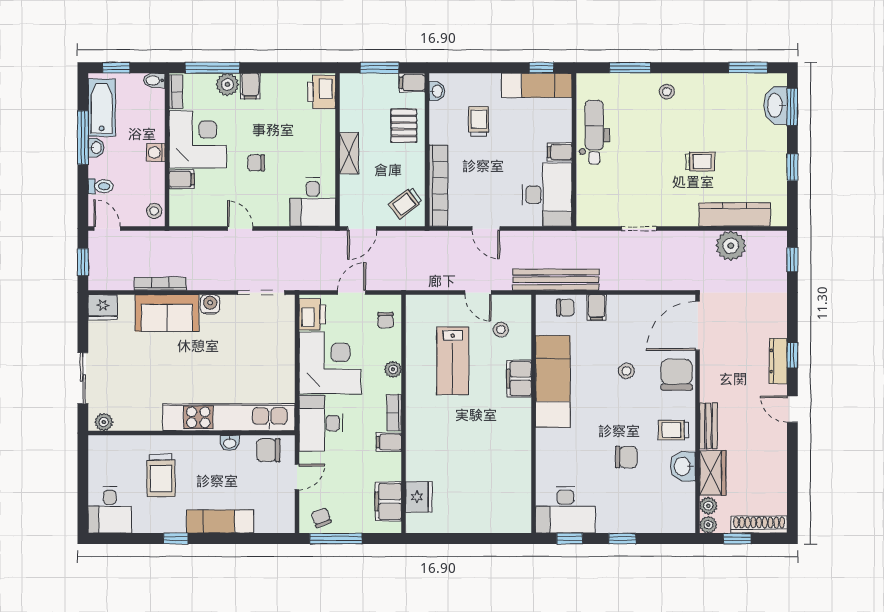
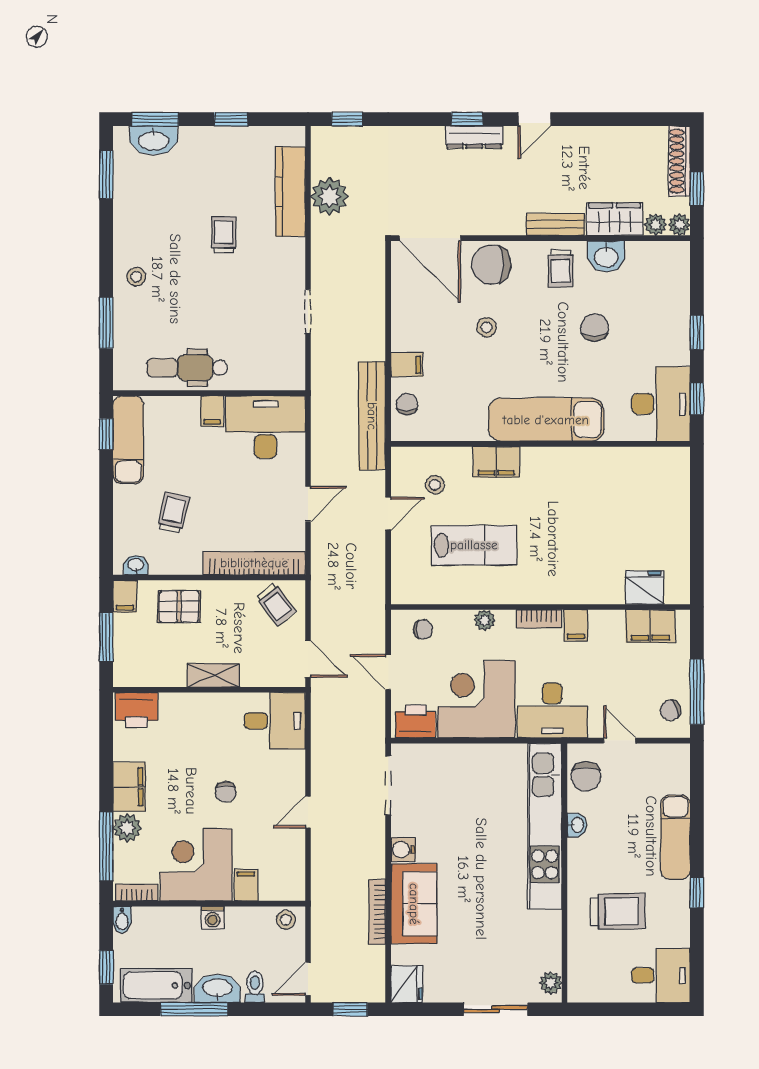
filing cabinet: (250, 86) -> (129, 787), width x2.00
trolley: (479, 121) -> (173, 513), turned 102
washbasin: (96, 148) -> (217, 989), width x1.91, depth x1.45
exam couch: (553, 381) -> (546, 420), moved

